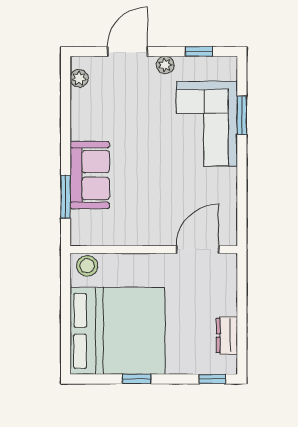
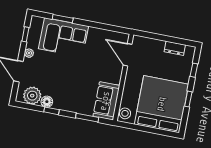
plant: (79, 78) -> (32, 96), width x1.87, depth x1.87
floor lamp: (81, 116) -> (47, 102), added
window: (66, 128) -> (51, 111), added
sofa: (90, 175) -> (106, 101), moved, turned -90
window: (212, 379) -> (194, 70), moved

